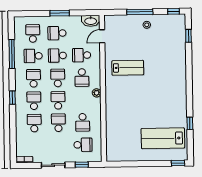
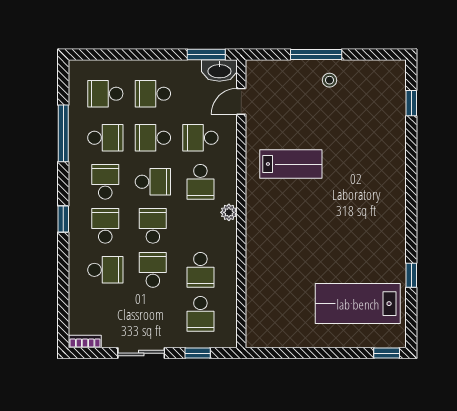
window: (174, 11) -> (383, 55), removed
window: (60, 13) -> (206, 55), moved
school desk: (33, 33) -> (105, 94), turned -90
school desk: (33, 56) -> (105, 138), turned 180
school desk: (58, 78) -> (153, 182), turned 90
school desk: (34, 123) -> (105, 270), turned 90
school desk: (83, 145) -> (200, 314), turned 90

